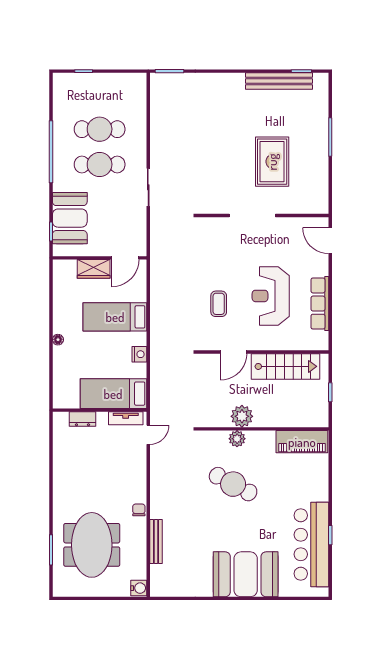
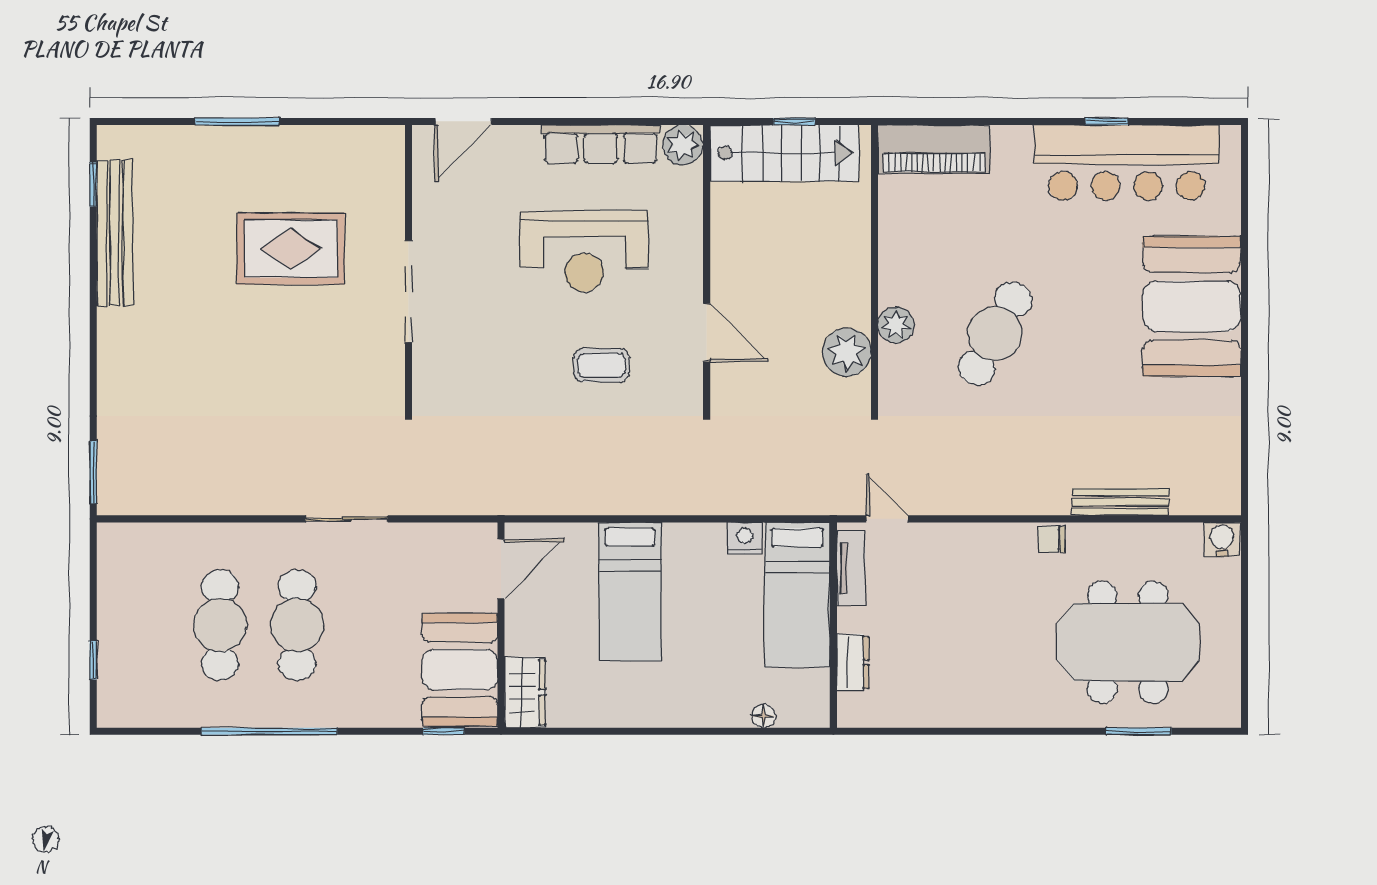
booth: (70, 218) -> (460, 670), moved, turned 90
door: (125, 258) -> (501, 569), hinge flipped
wardrobe: (94, 269) -> (525, 692), moved
floor lamp: (58, 340) -> (764, 716), moved
plant: (320, 341) -> (683, 145), added
nightstand: (139, 354) -> (745, 538), moved
stairs: (286, 366) -> (784, 153), moved, turned 90
plant: (242, 416) -> (847, 352), moved
piano: (302, 442) -> (934, 149), moved, turned 90

